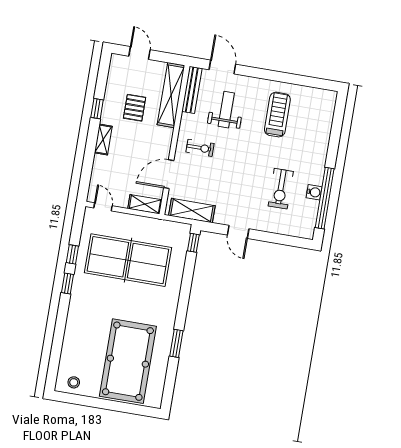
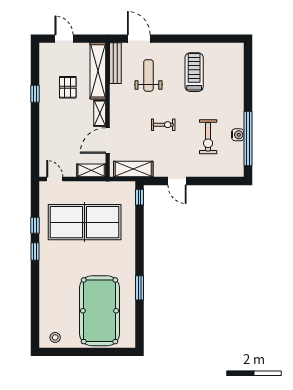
shelving: (103, 139) -> (100, 113), moved
exercise bike: (200, 148) -> (163, 125), moved

